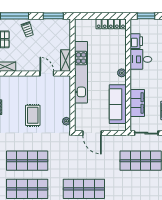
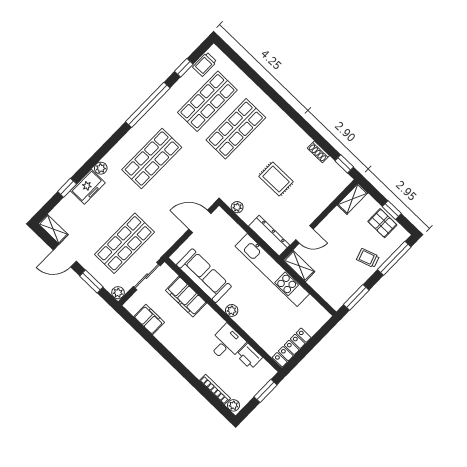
dresser: (65, 91) -> (269, 236), added

